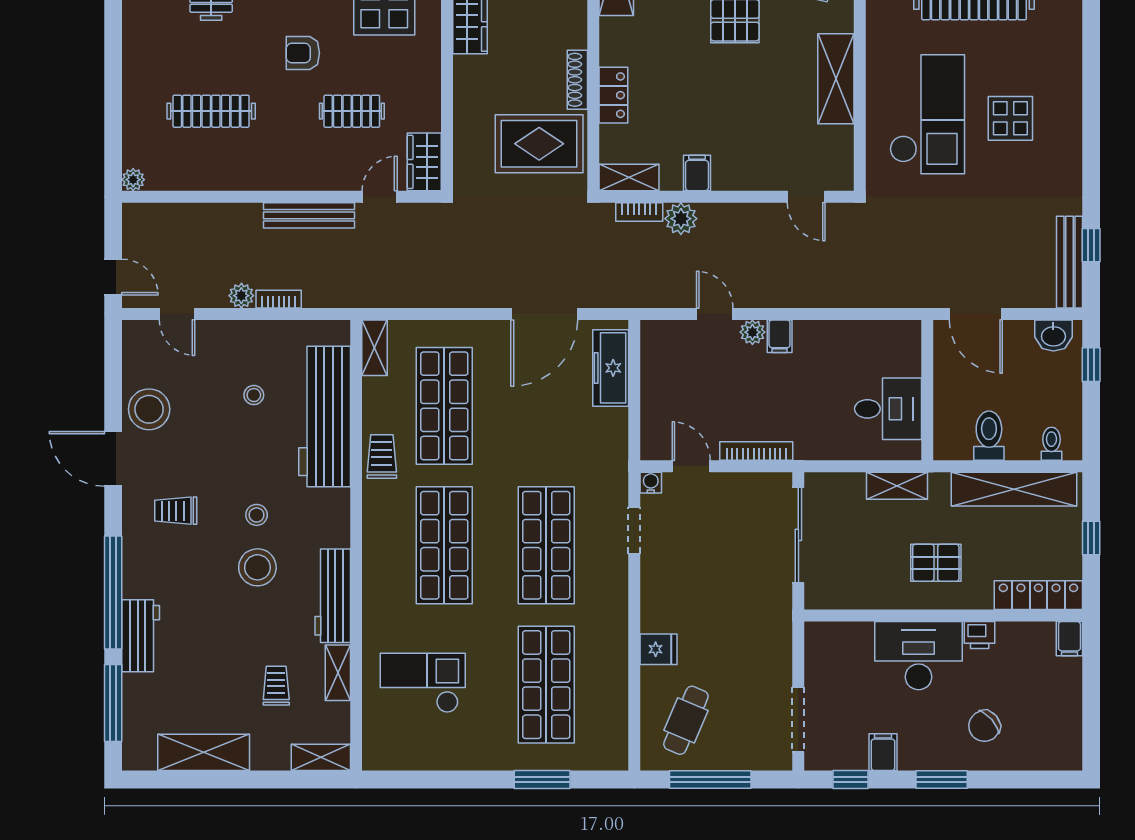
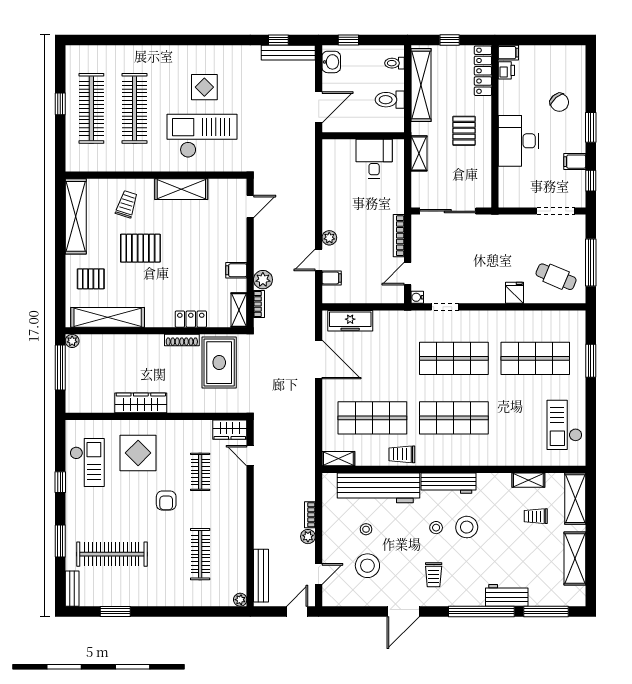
bench: (309, 215) -> (261, 576), moved
filing cabinet: (780, 336) -> (332, 278), moved
stool: (149, 409) -> (367, 566), moved
workbench: (333, 596) -> (449, 483), moved
printer: (980, 635) -> (506, 70), moved
checkout: (423, 683) -> (564, 425), moved
shelving: (321, 757) -> (575, 499), width x1.50, depth x1.33

